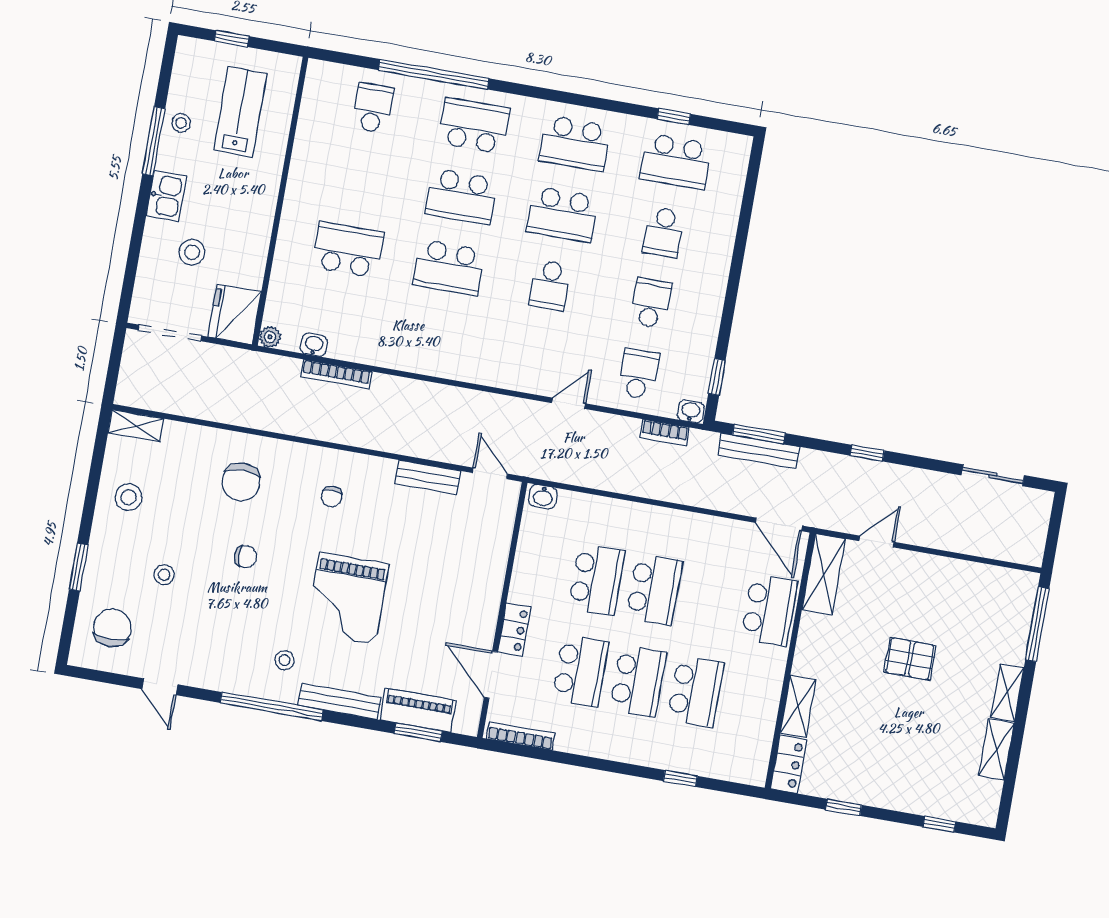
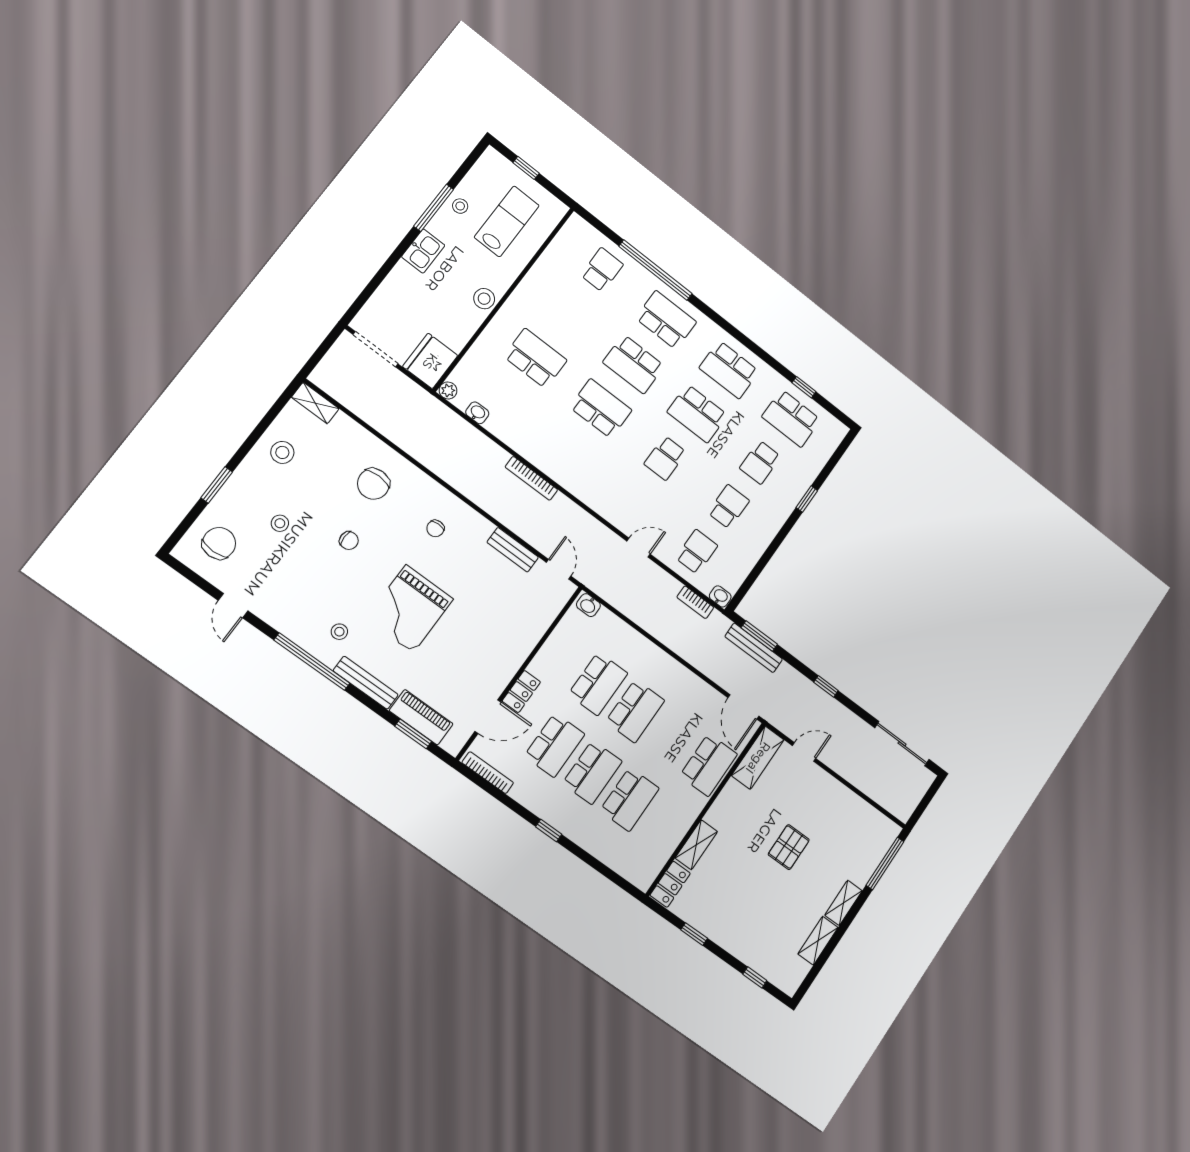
stool: (192, 252) -> (484, 299), moved
school desk: (449, 267) -> (601, 409), turned 180
bookcase: (336, 374) -> (531, 478), moved
window: (717, 377) -> (807, 499), moved
sliding door: (993, 475) -> (902, 744), width x1.37
pallet: (910, 659) -> (789, 847), turned 90
door: (491, 675) -> (488, 717), swing flipped
window: (680, 778) -> (549, 830), moved

